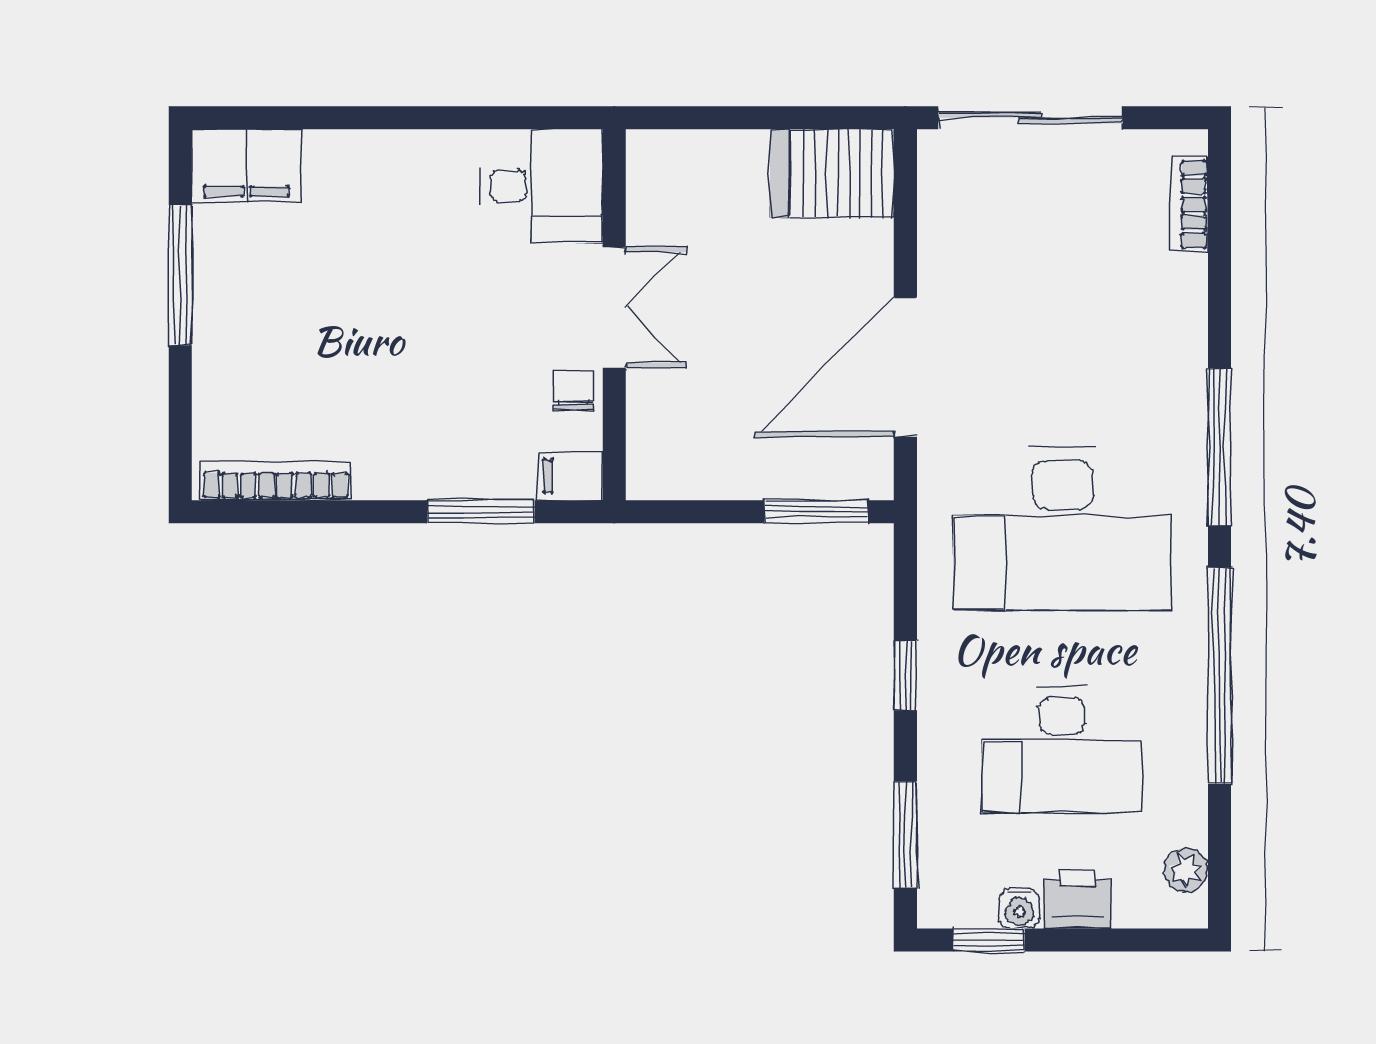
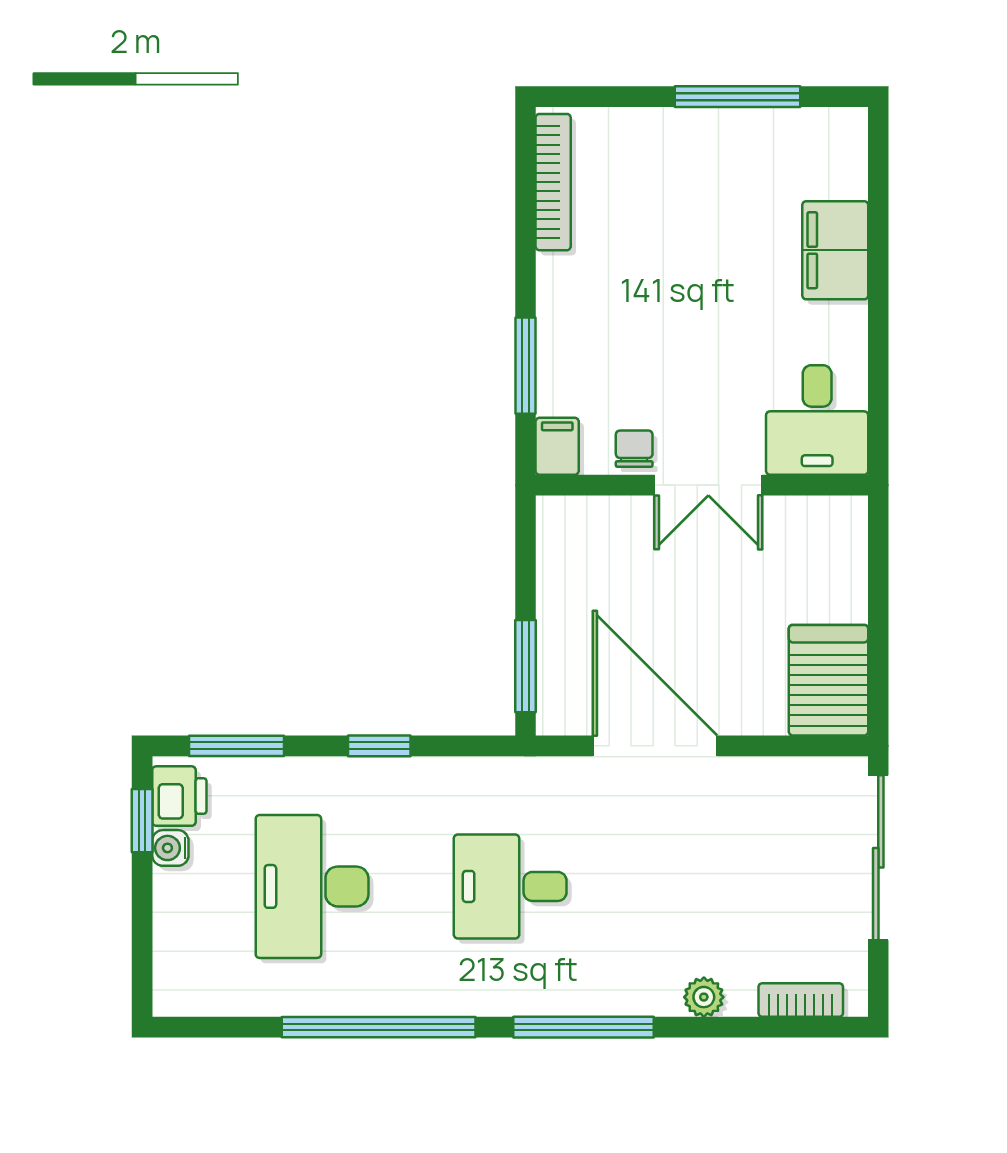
filing cabinet: (247, 166) -> (835, 250), moved
chair: (573, 390) -> (634, 449), turned -90
desk: (1062, 529) -> (510, 886), width x0.53, depth x0.77
plant: (1186, 870) -> (704, 997), moved
printer: (1077, 898) -> (179, 796), moved

